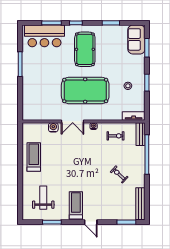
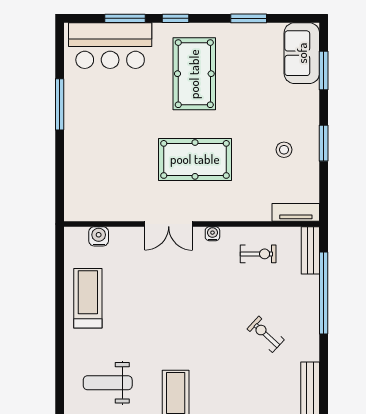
pool table: (85, 90) -> (195, 159), width x0.73, depth x0.76
water cooler: (53, 127) -> (99, 236), moved
weight bench: (43, 198) -> (108, 383), turned -90

